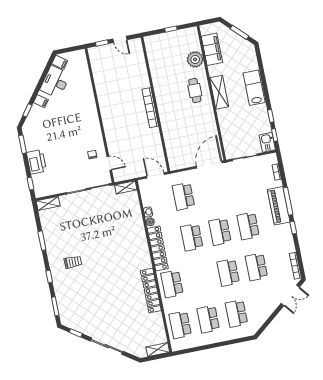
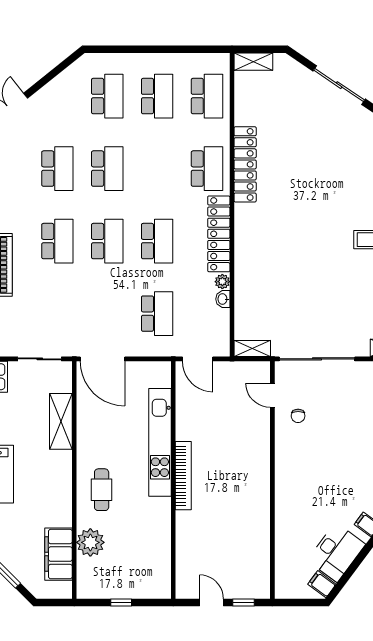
shelving: (219, 92) -> (61, 421), moved
kitchen unit: (167, 124) -> (160, 442), added
door: (209, 165) -> (103, 359), hinge flipped

